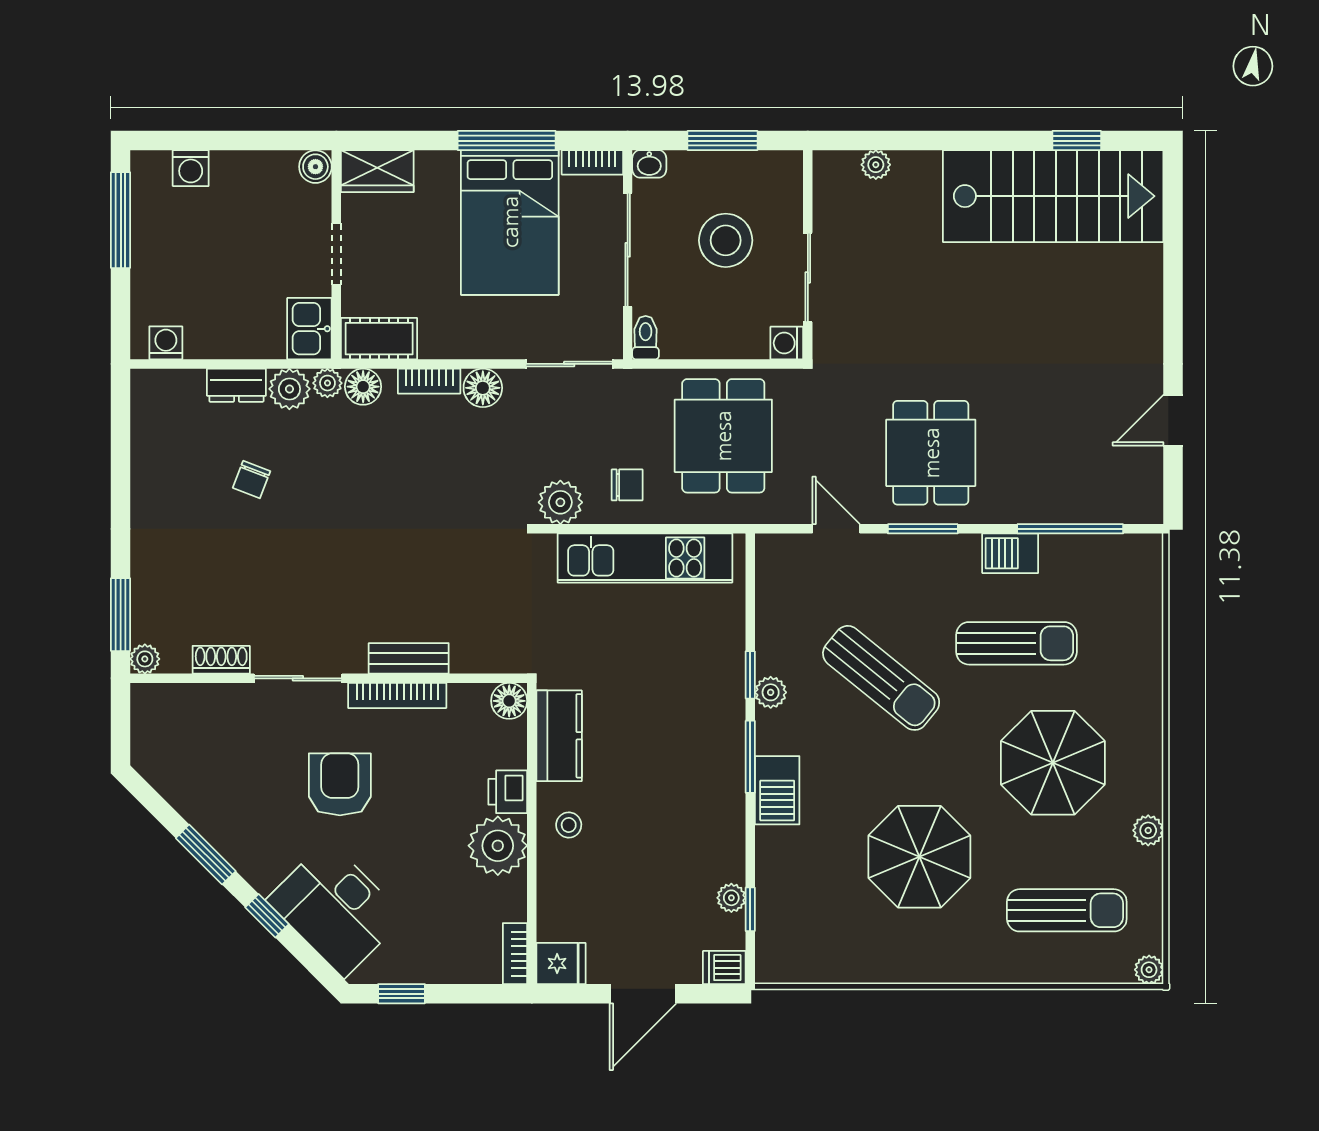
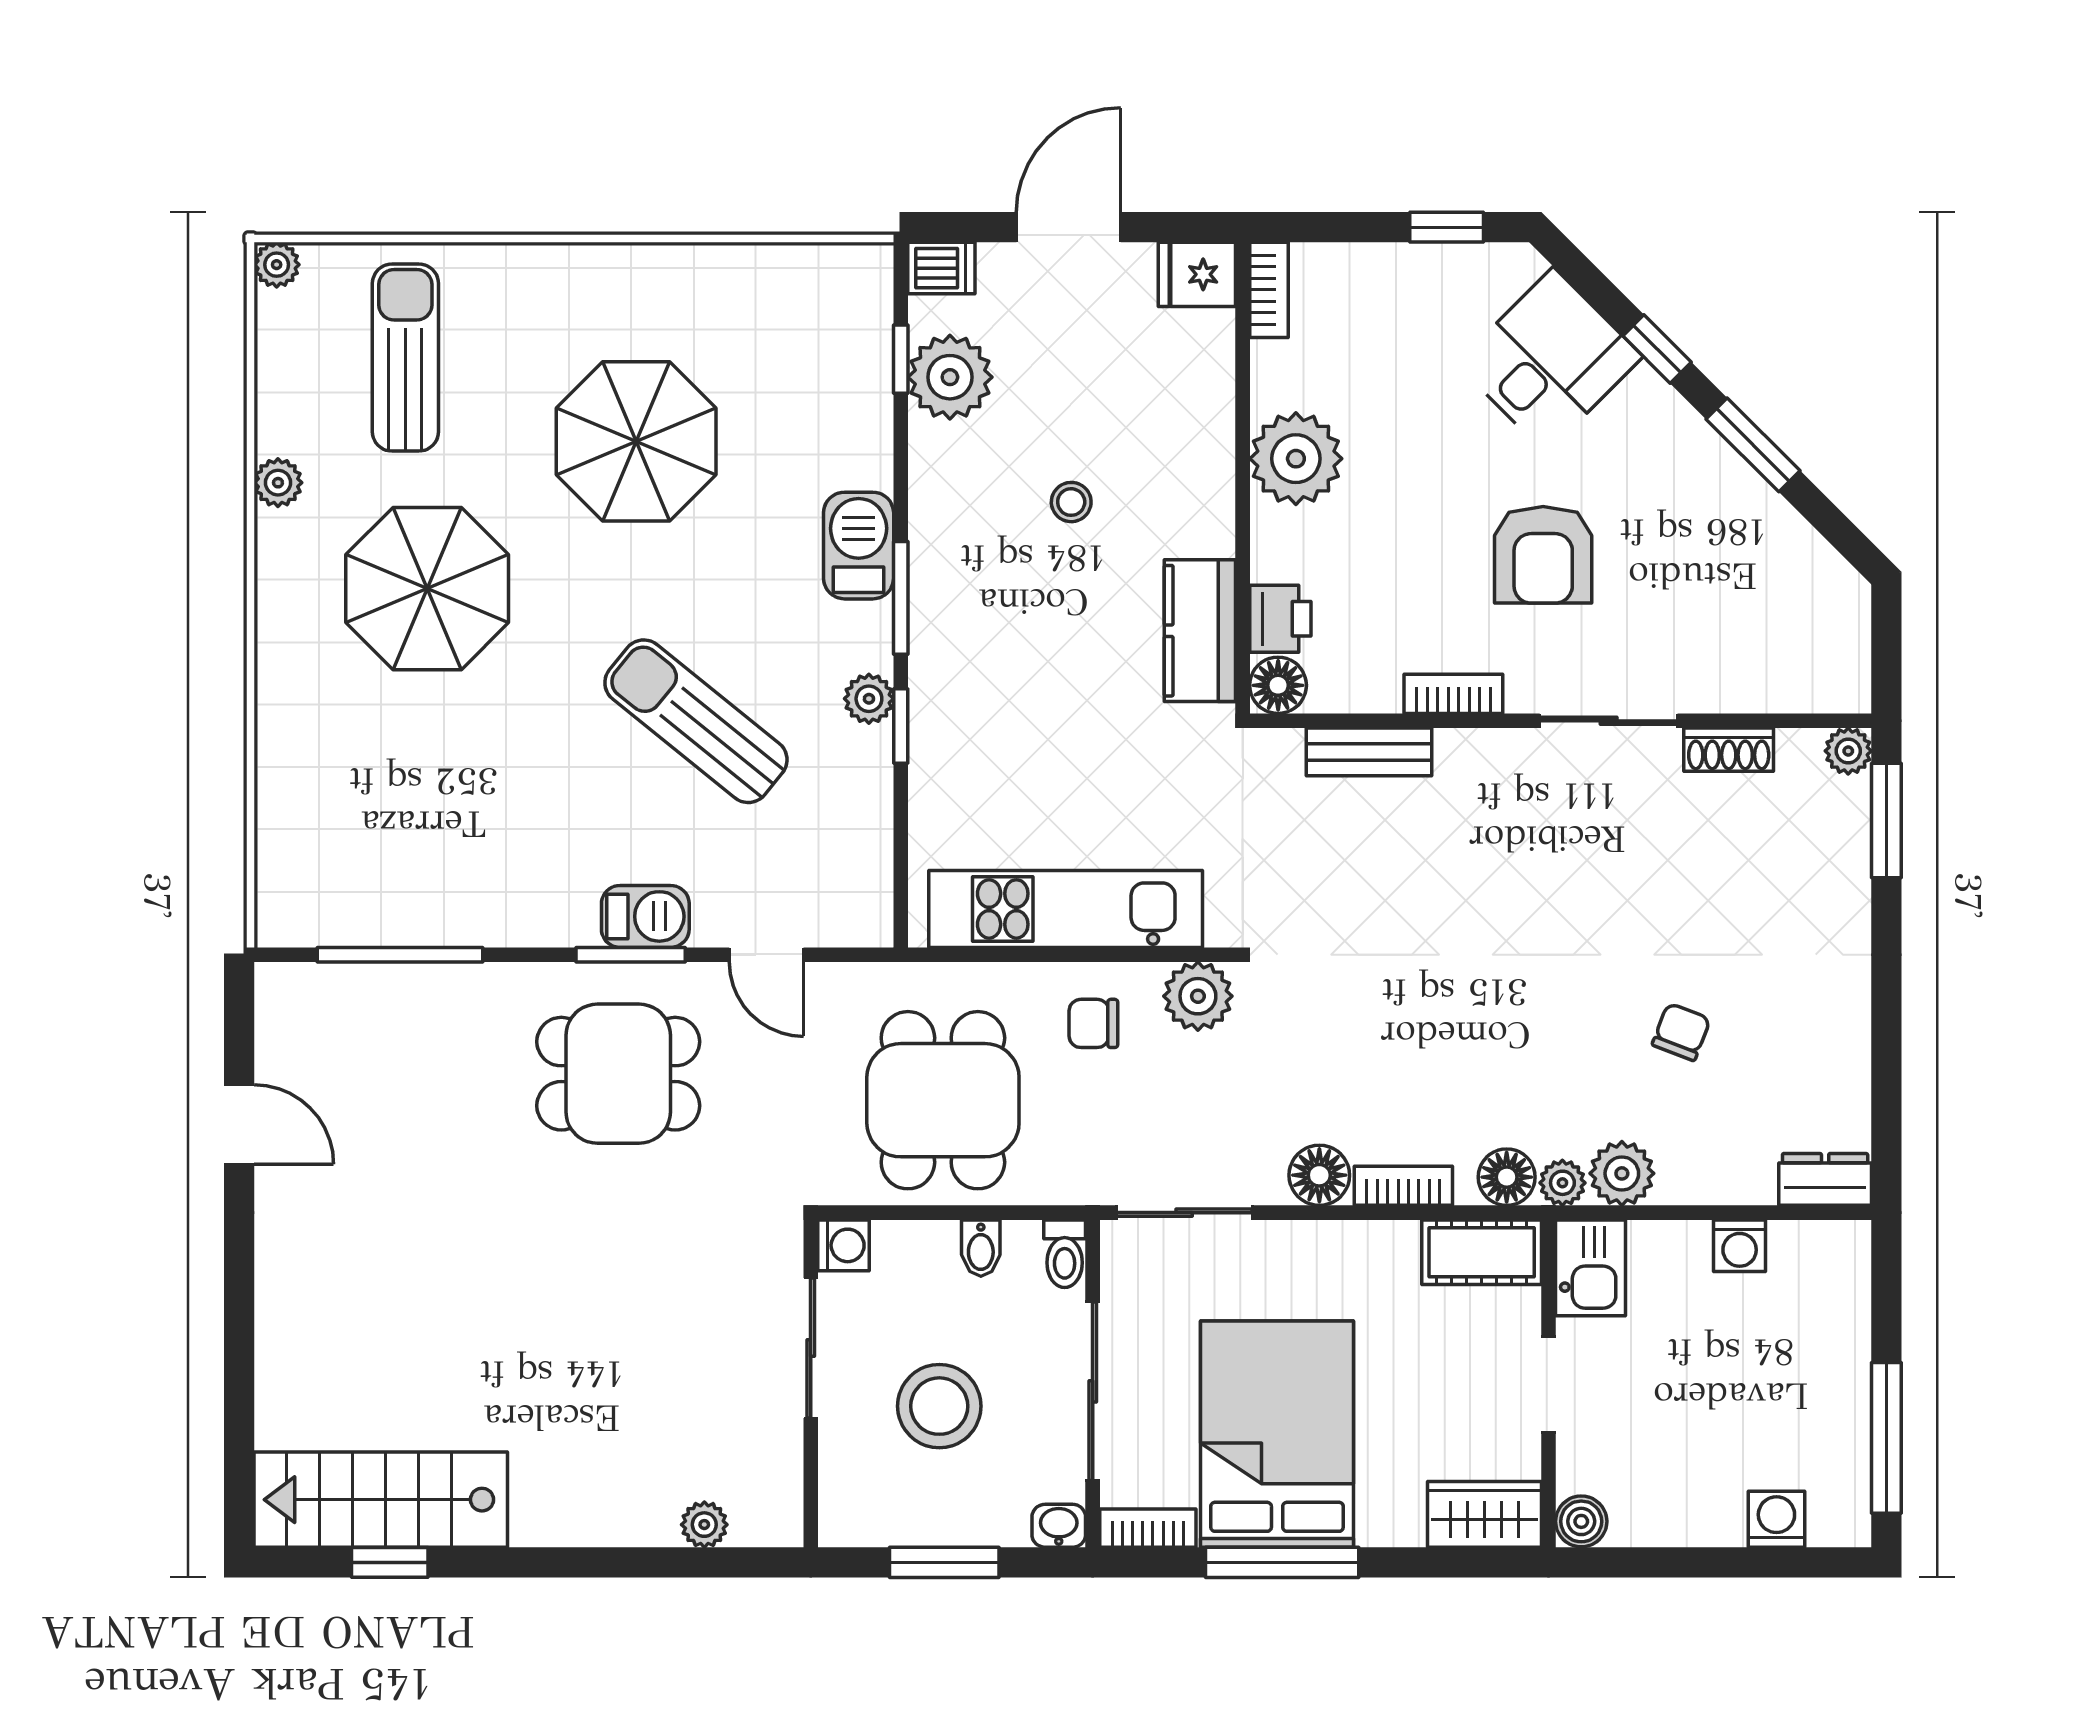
stairs: (1053, 196) -> (381, 1500), width x0.73, depth x0.66
bidet: (699, 341) -> (981, 1248), added
washing machine: (166, 343) -> (1740, 1246), moved
dresser: (236, 385) -> (1825, 1179), moved
door: (1173, 420) -> (239, 1124), hinge flipped
dining table: (931, 453) -> (618, 1074), turned 90
barbecue: (1010, 553) -> (645, 916), moved
sun lounger: (1017, 643) -> (484, 776), removed
bench: (409, 658) -> (1369, 752), moved
bookcase: (397, 695) -> (1453, 694), width x0.64
printer: (508, 792) -> (1280, 619), moved
stool: (569, 825) -> (1071, 502), moved
plant: (731, 898) -> (950, 377), width x1.87, depth x1.87
desk: (336, 909) -> (1550, 360), width x0.73
sun lounger: (1067, 910) -> (405, 358), turned 90

